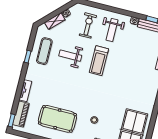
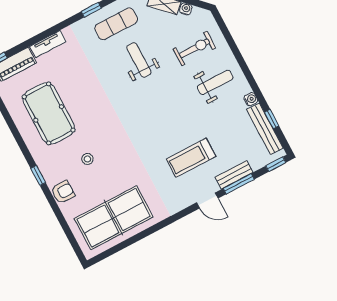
weight bench: (112, 30) -> (215, 82), turned 180
treadmill: (99, 61) -> (191, 158), moved

